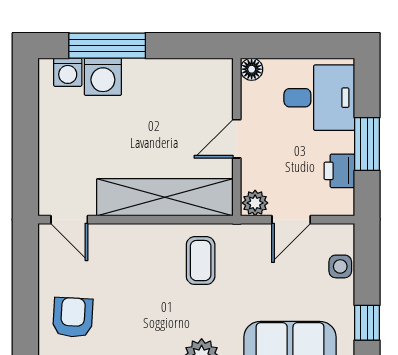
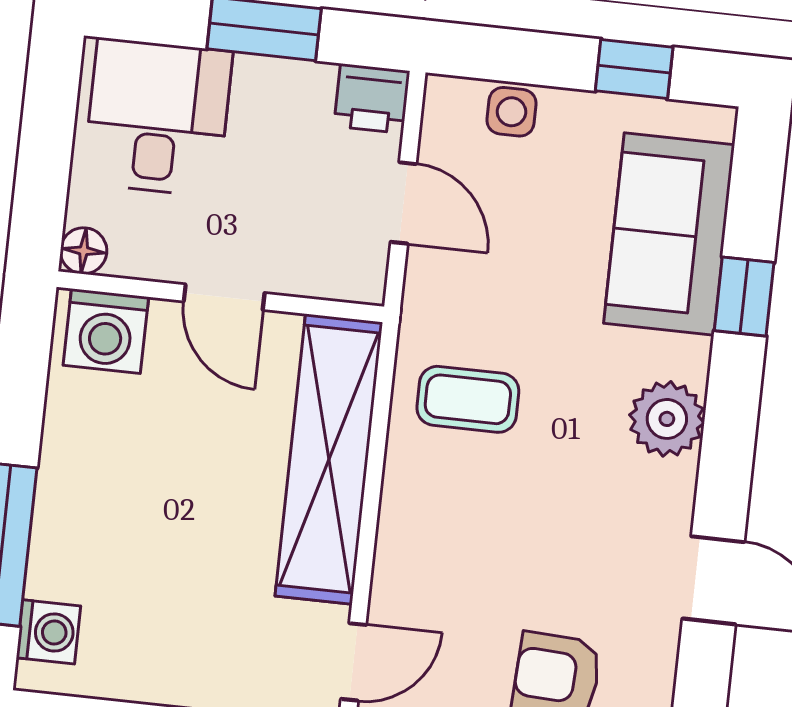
washing machine: (103, 77) -> (106, 331), moved, turned 90
printer: (339, 171) -> (372, 99), moved
plant: (255, 203) -> (361, 274), removed

